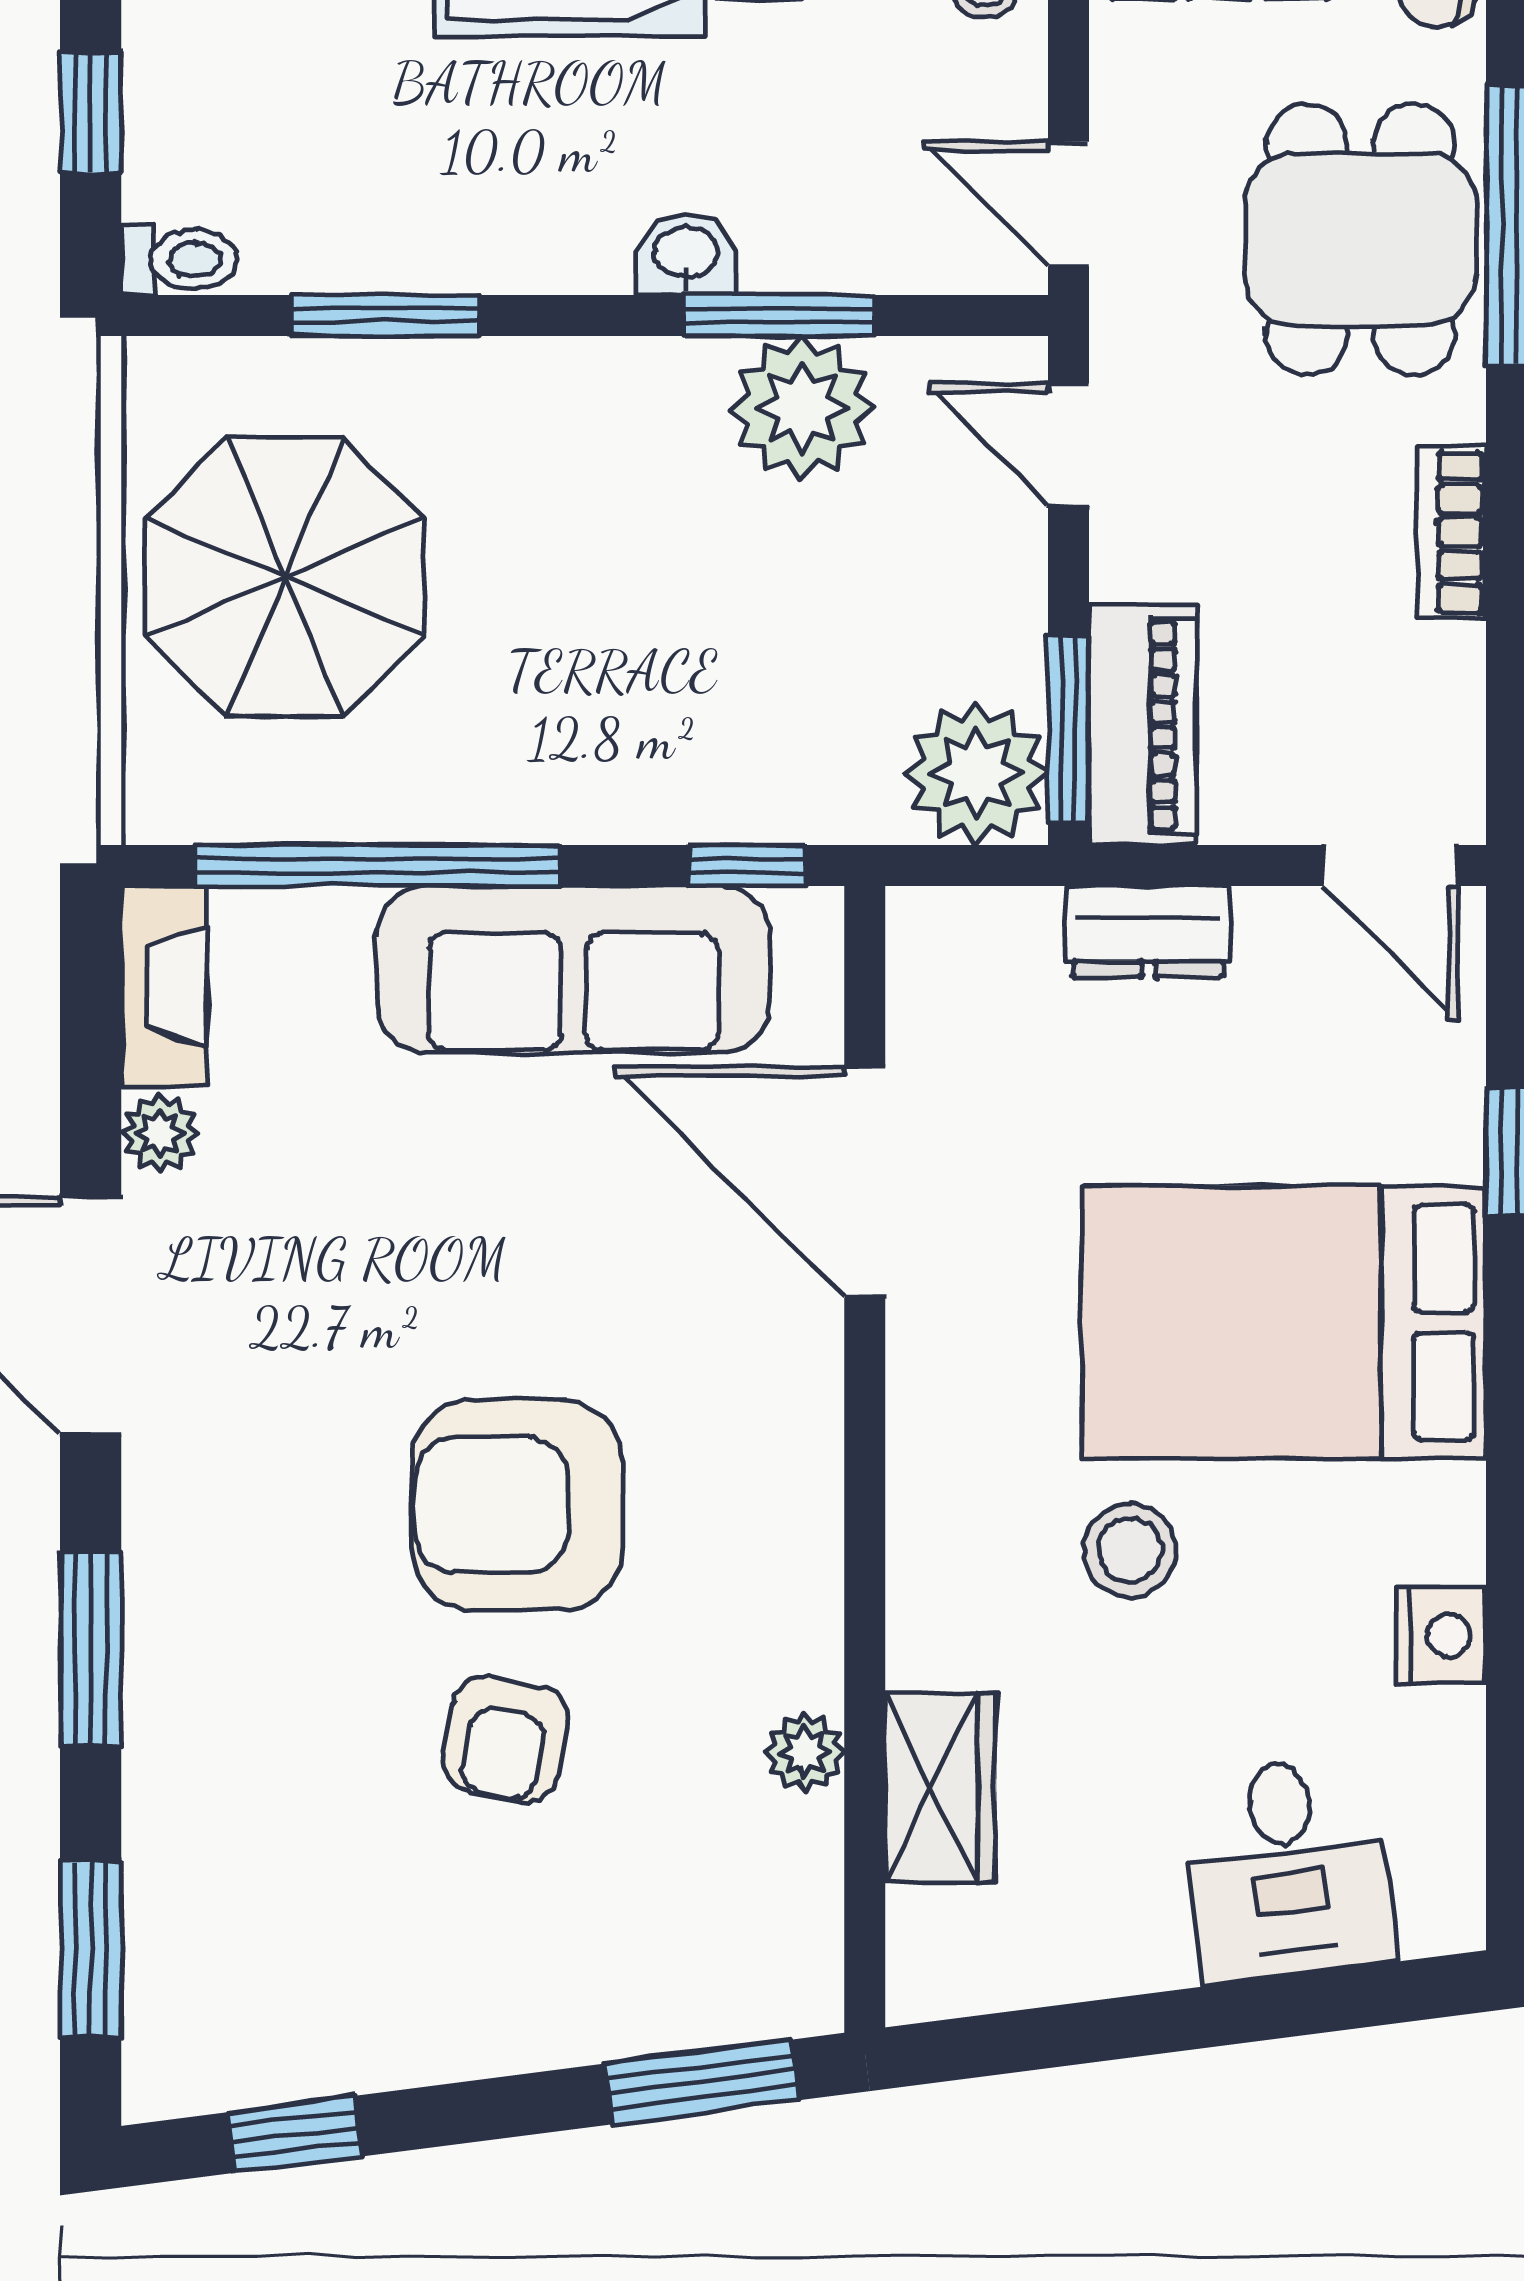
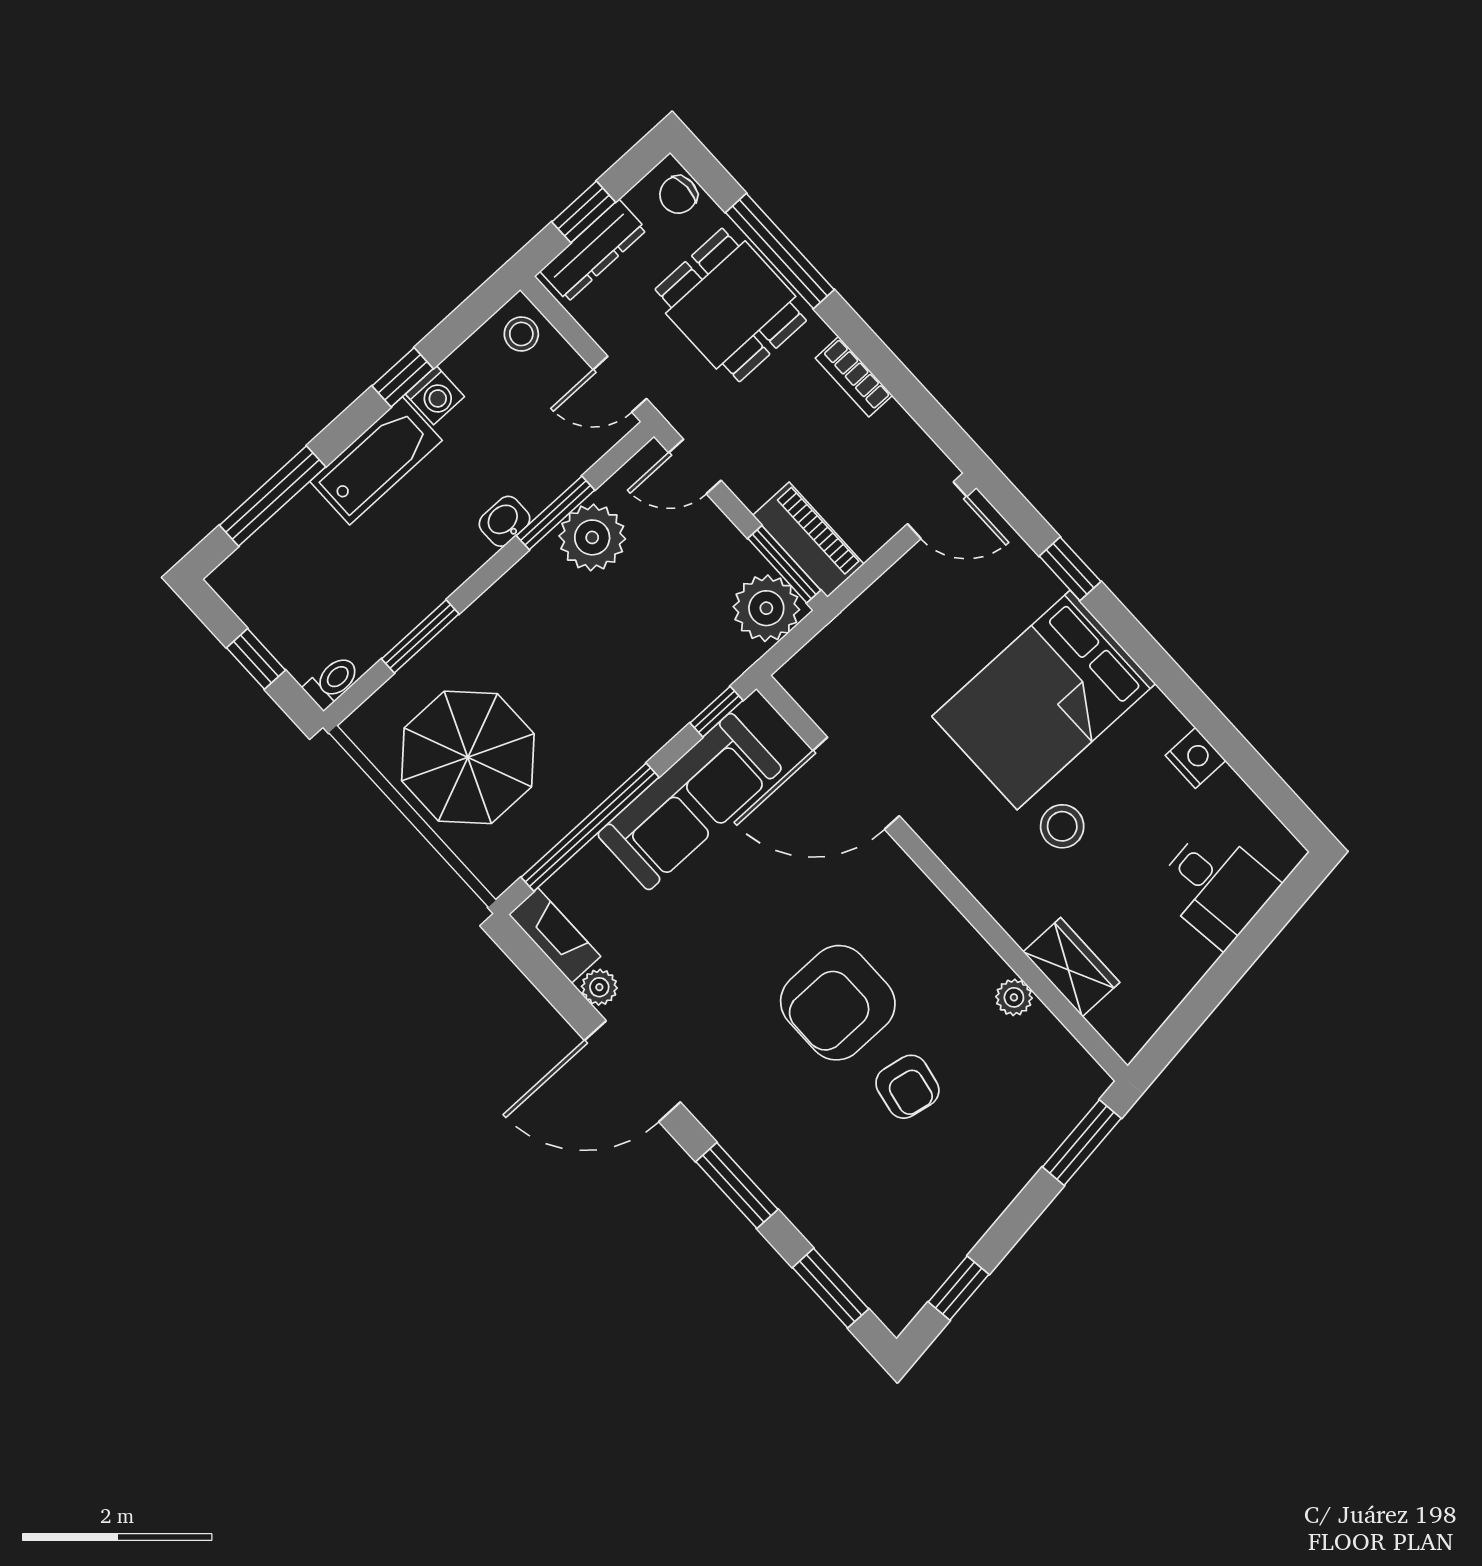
dresser: (1148, 932) -> (875, 609), removed

